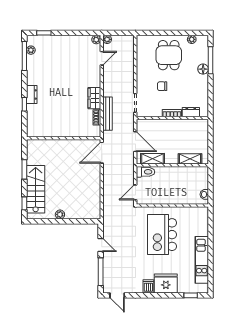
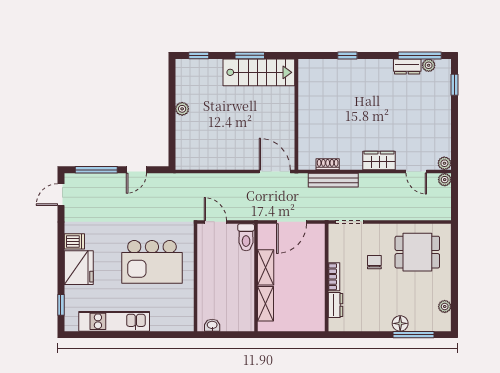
dining table: (169, 55) -> (417, 252), moved
dresser: (32, 94) -> (407, 67), moved
wardrobe: (94, 98) -> (379, 160), moved
shelving: (152, 159) -> (266, 267), moved
stairs: (36, 189) -> (259, 72), moved
kitchen island: (162, 235) -> (152, 262), turned 180

